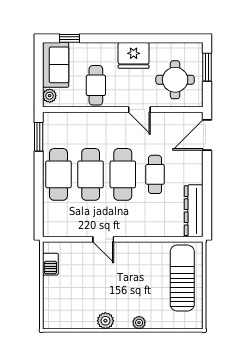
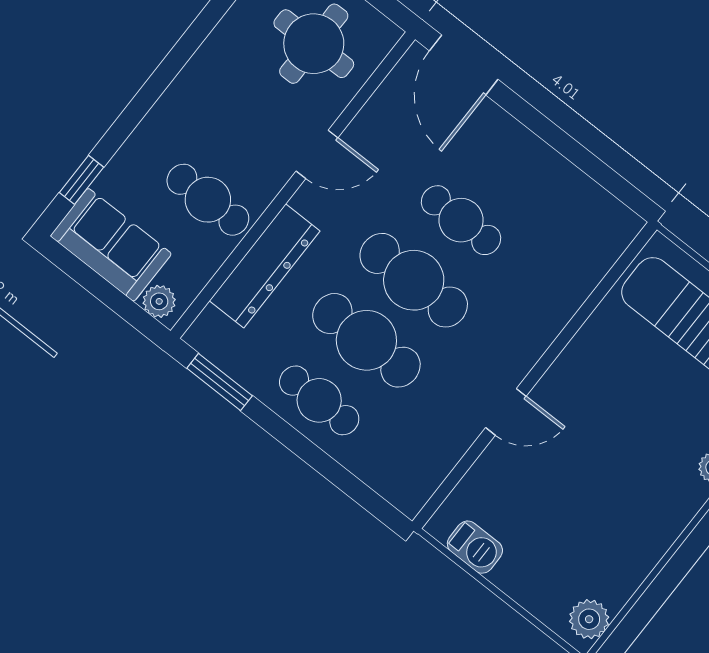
fridge: (134, 55) -> (207, 85), removed
cafe table: (58, 174) -> (319, 400), width x0.73, depth x0.74
dresser: (194, 211) -> (265, 266), moved, turned -90
plant: (105, 321) -> (589, 619), moved

